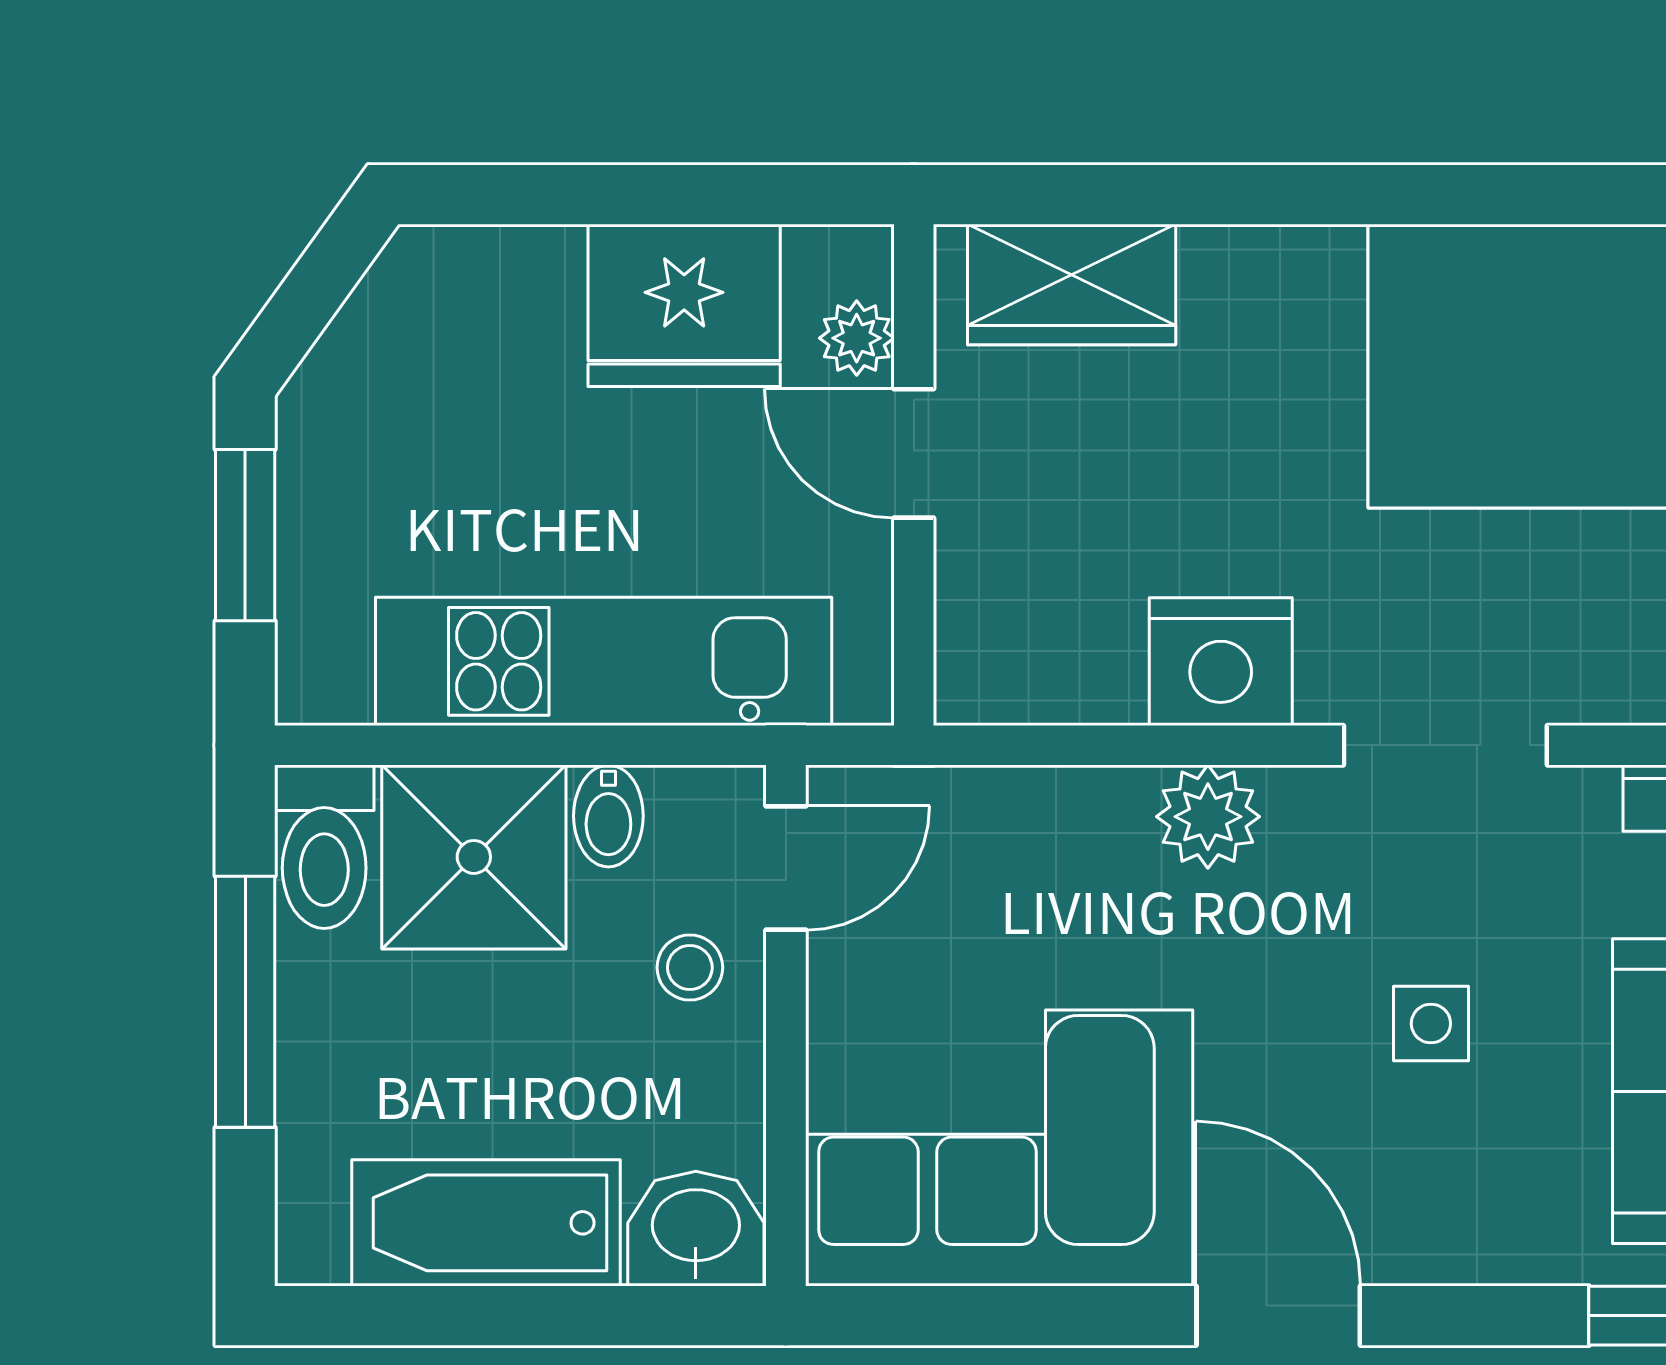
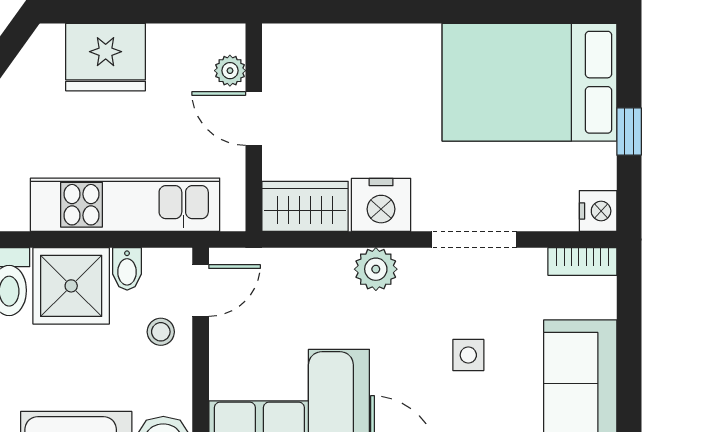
wardrobe: (1072, 284) -> (305, 206), moved, turned 180
fridge: (684, 305) -> (106, 57), moved

